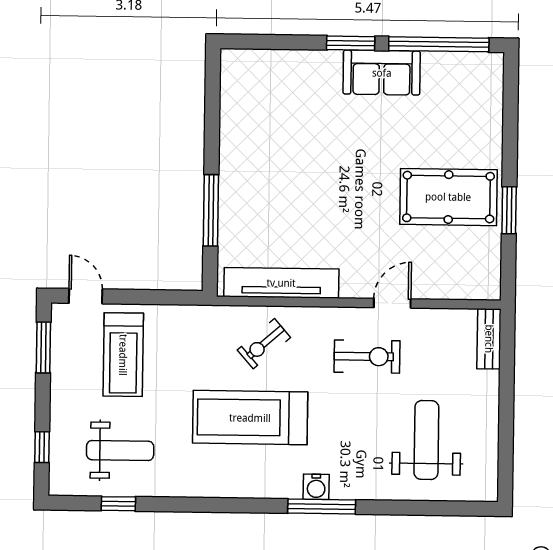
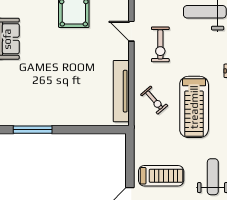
window: (211, 210) -> (33, 130), moved
exercise bike: (367, 357) -> (160, 44), turned 180

